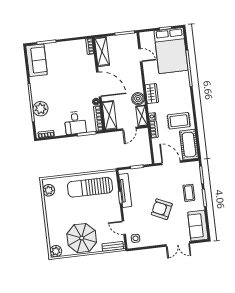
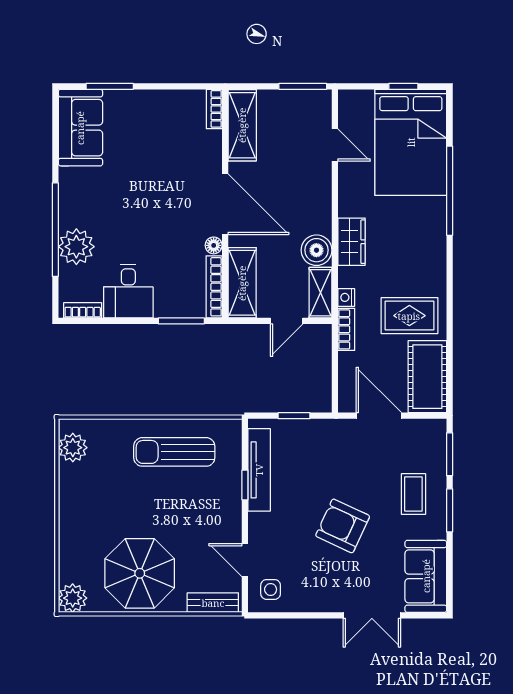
desk: (75, 123) -> (128, 291), moved
sun lounger: (90, 187) -> (174, 452), width x0.73, depth x0.75

